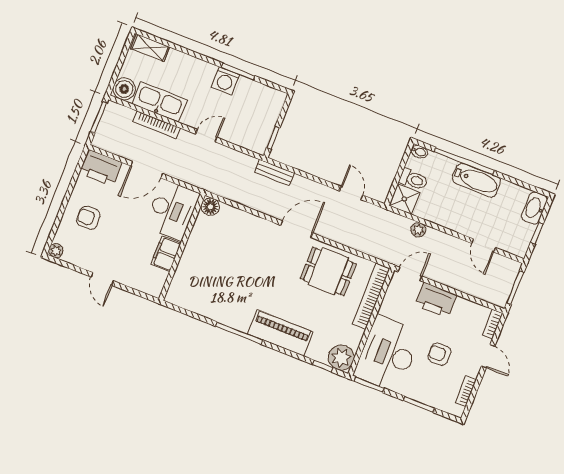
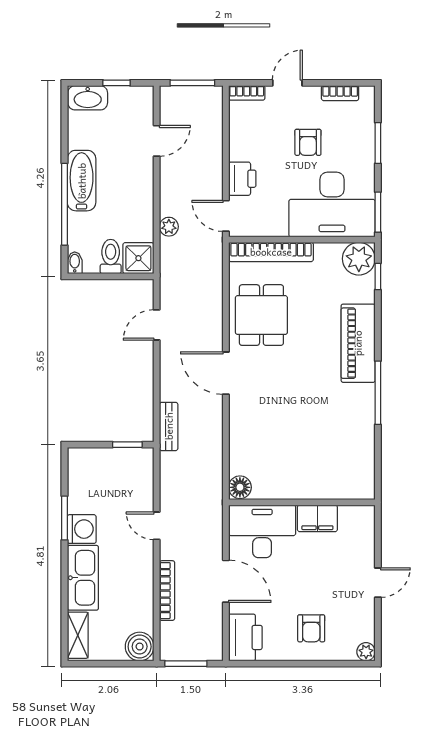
kitchen sink: (160, 102) -> (83, 578), moved, turned 180
printer: (436, 300) -> (242, 179), width x0.73, depth x0.84

